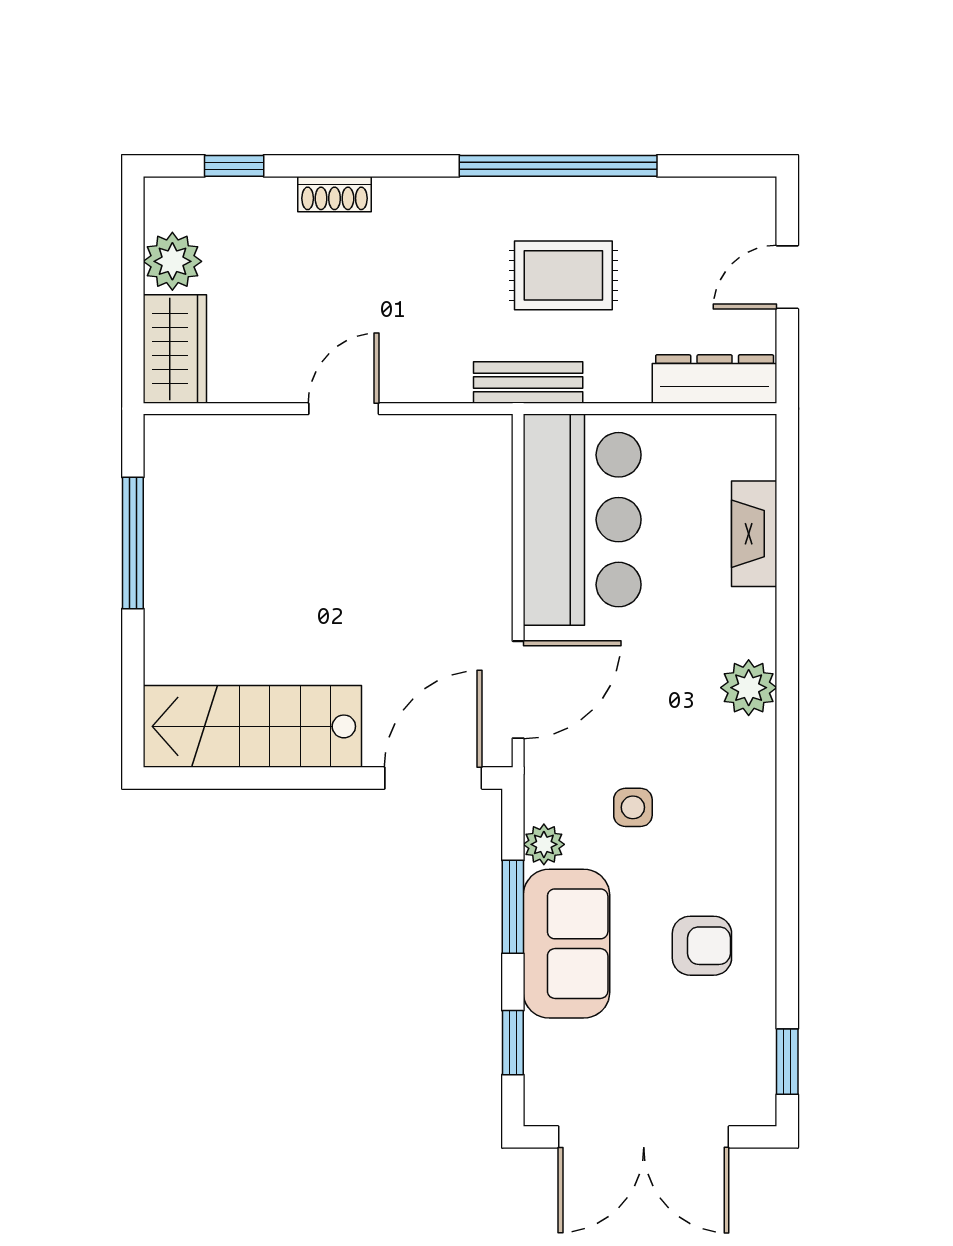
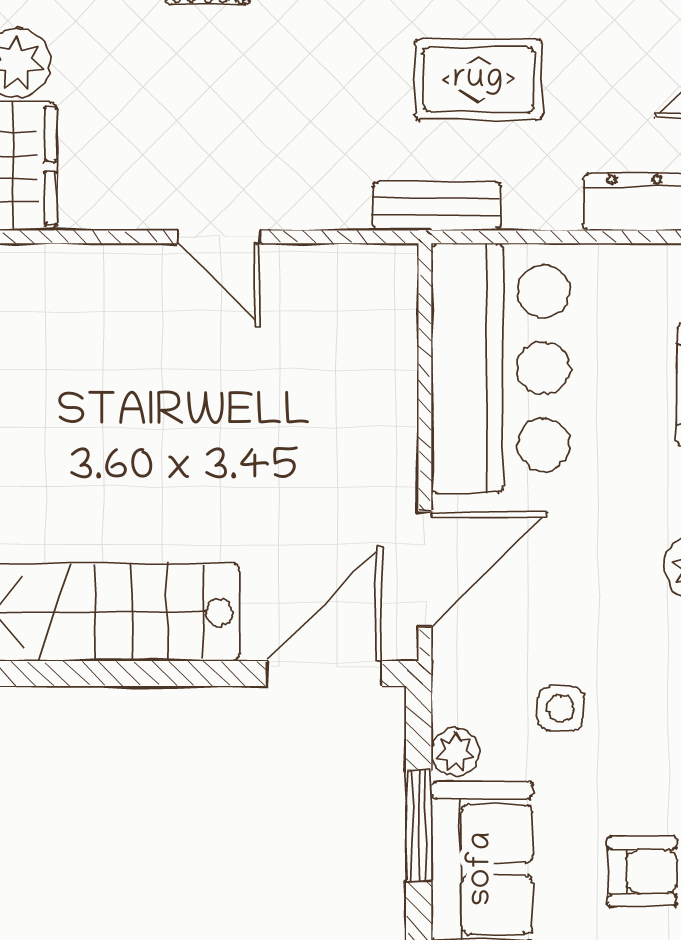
door: (344, 409) -> (219, 237), swing flipped

